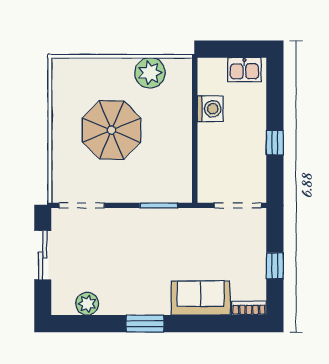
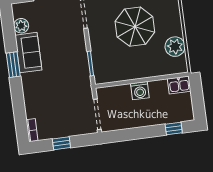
kitchen sink: (244, 70) -> (179, 85), moved, turned -90
washing machine: (210, 109) -> (140, 91), moved
window: (275, 143) -> (174, 128), moved
sofa: (201, 298) -> (28, 53), moved

